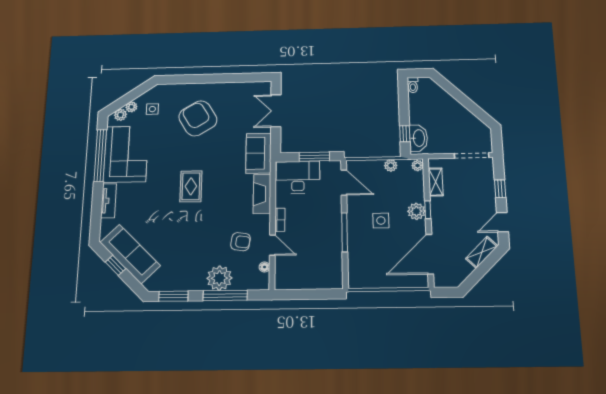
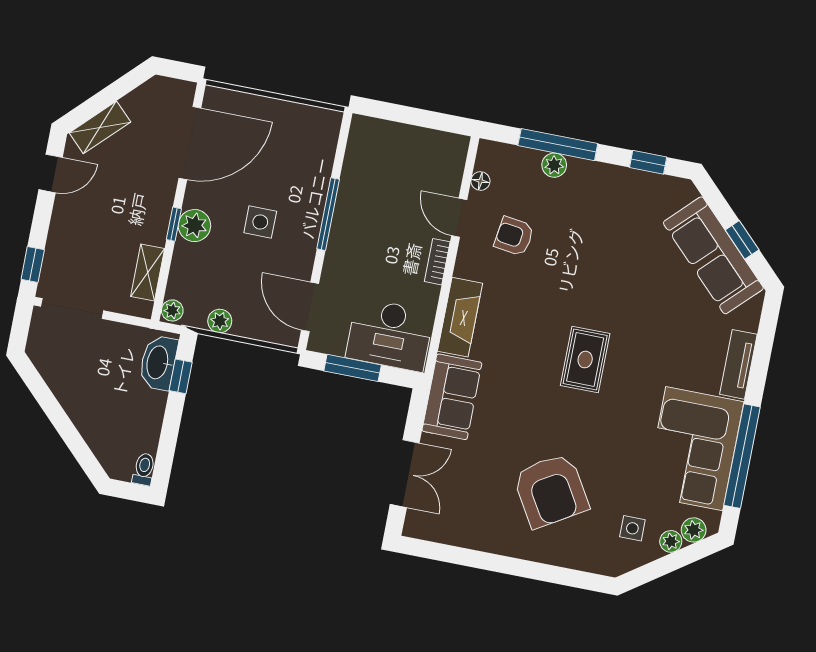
window: (500, 189) -> (33, 264), moved
plant: (219, 278) -> (554, 165), width x0.53, depth x0.53
window: (173, 296) -> (648, 162), width x0.67

